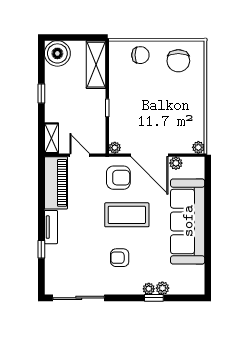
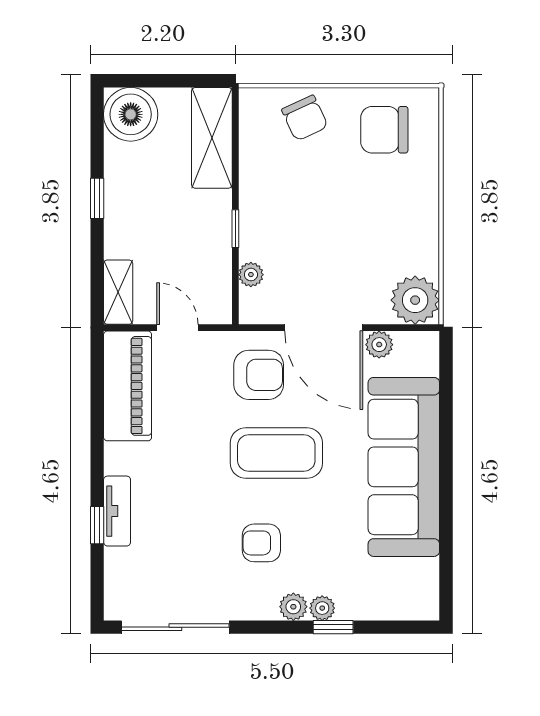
chair: (140, 55) -> (305, 118), turned 65
chair: (178, 61) -> (384, 130), turned 90
plant: (198, 147) -> (415, 300), width x1.88, depth x1.88
plant: (115, 148) -> (251, 275), moved
tv unit: (51, 227) -> (117, 511), moved
plant: (162, 288) -> (293, 607), moved

